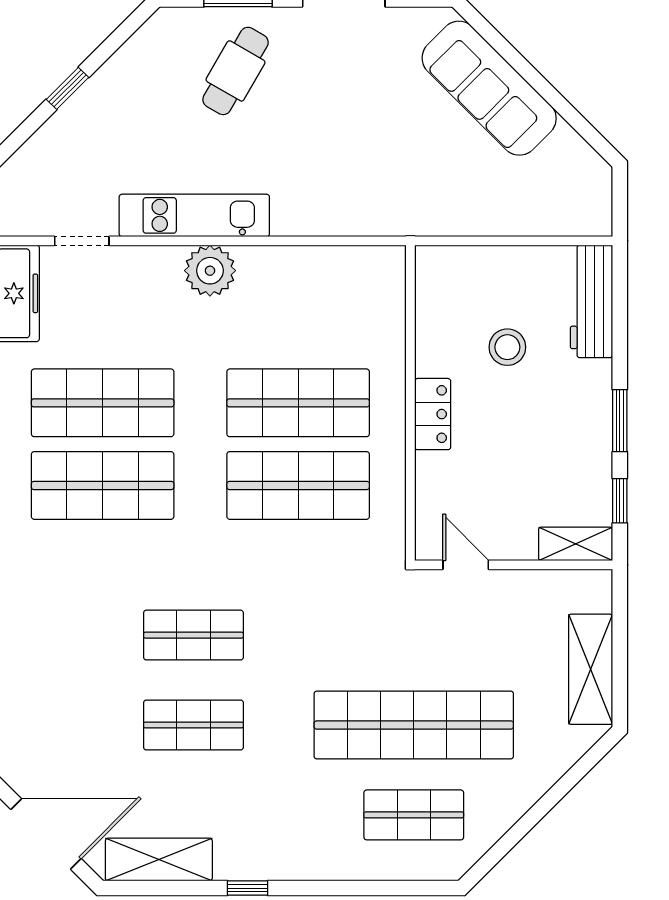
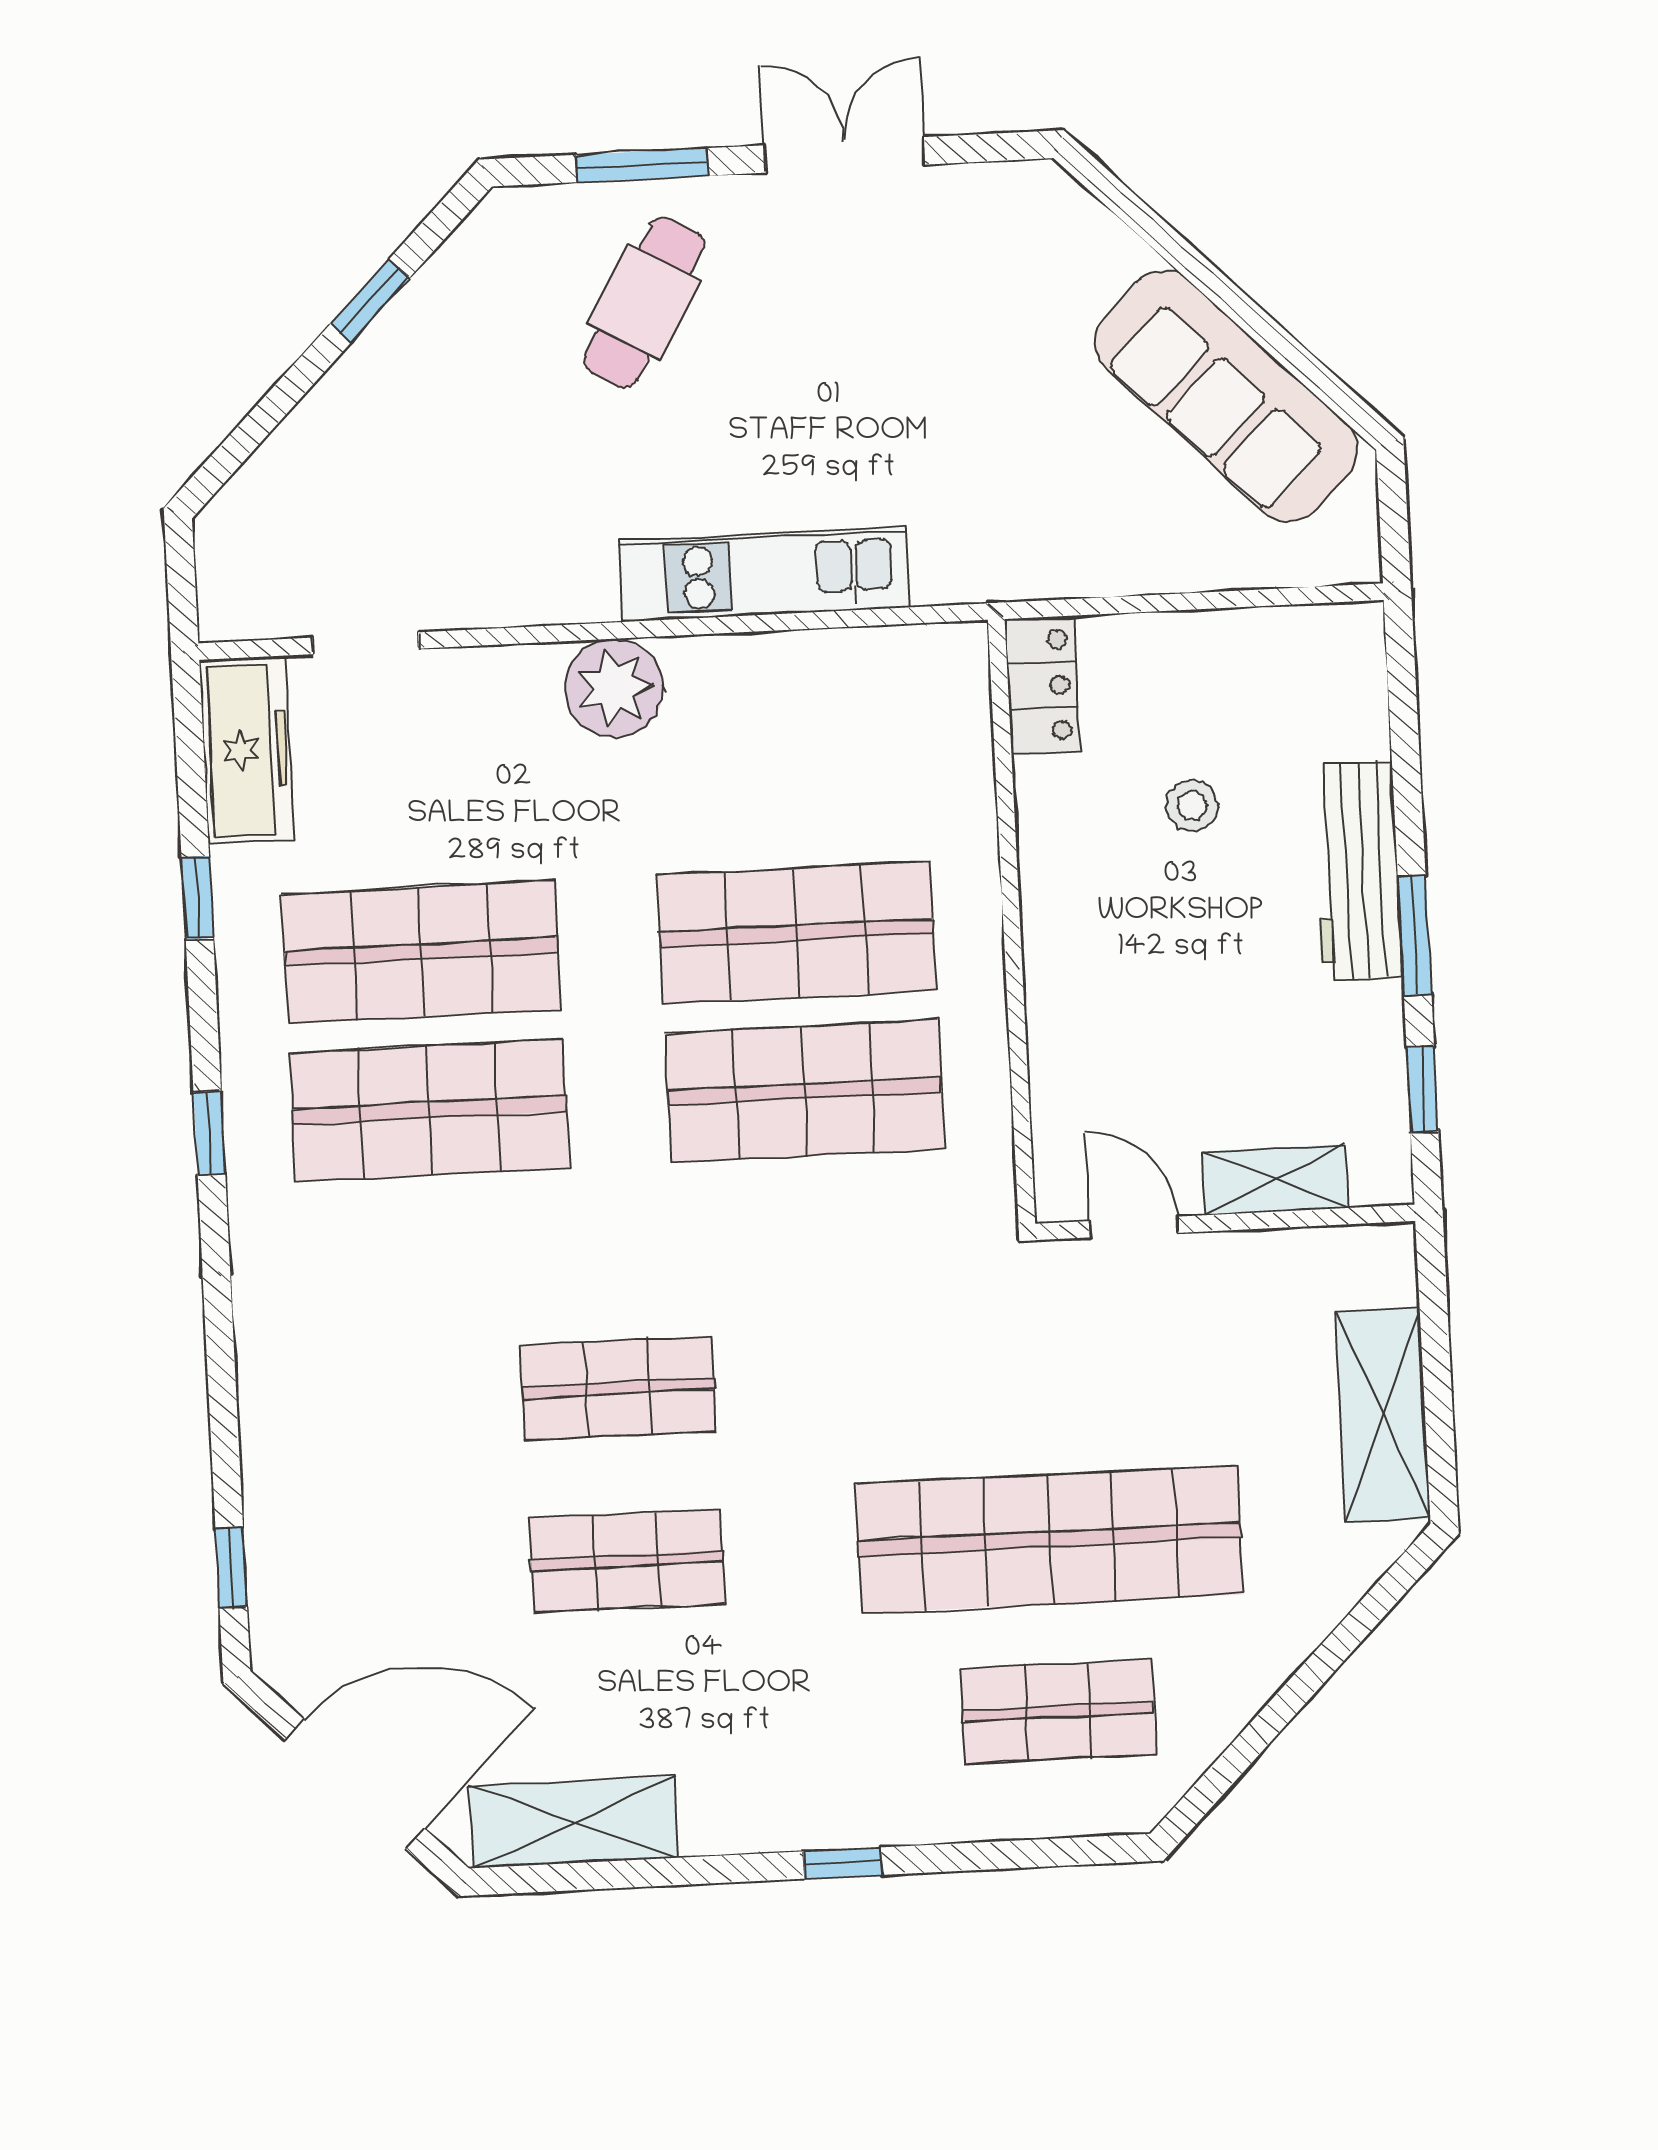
window: (67, 88) -> (370, 301), moved
sofa: (489, 88) -> (1226, 396), moved
kitchen unit: (194, 215) -> (765, 574), moved
workbench: (591, 301) -> (1357, 871), moved
stool: (507, 347) -> (1192, 806), width x0.73, depth x0.73
locker: (433, 414) -> (1042, 686), moved
shelving: (576, 544) -> (1275, 1180), moved
window: (248, 888) -> (843, 1863), moved

